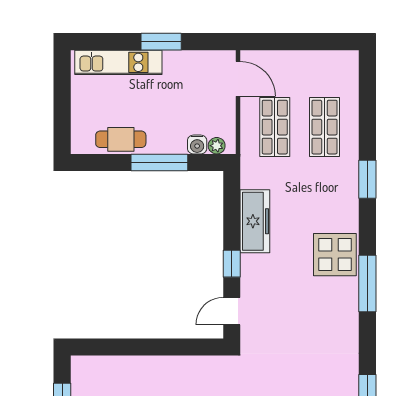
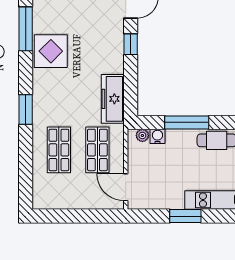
freezer: (255, 221) -> (113, 99), moved

